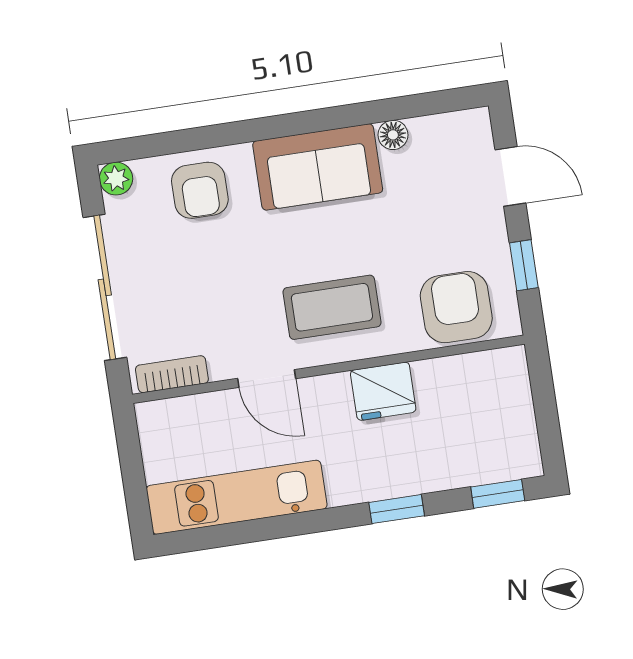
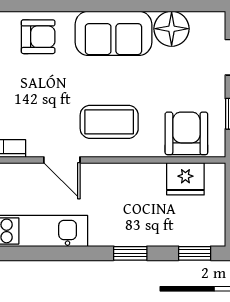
floor lamp: (393, 135) -> (172, 29), width x1.89, depth x1.89
armchair: (200, 190) -> (38, 37), turned -90
fridge: (383, 391) -> (185, 179), moved

